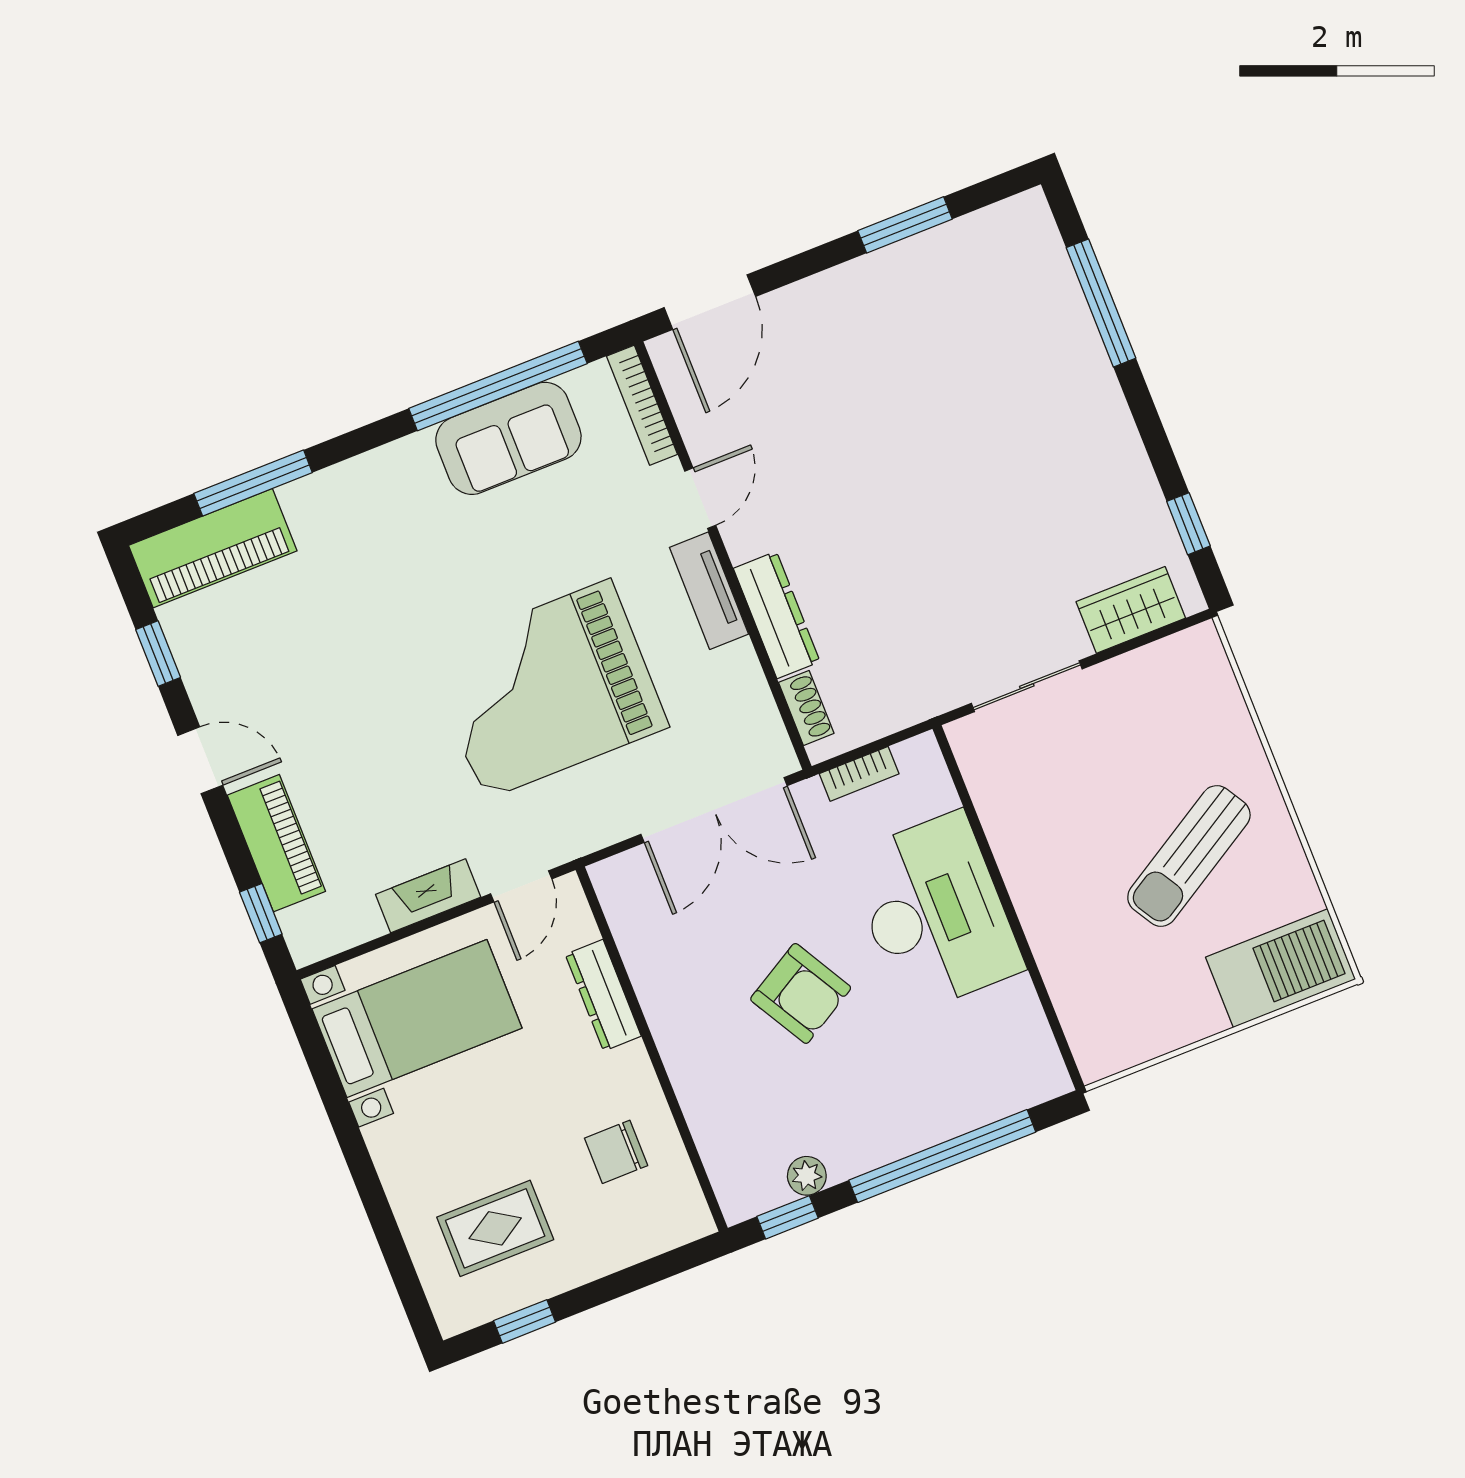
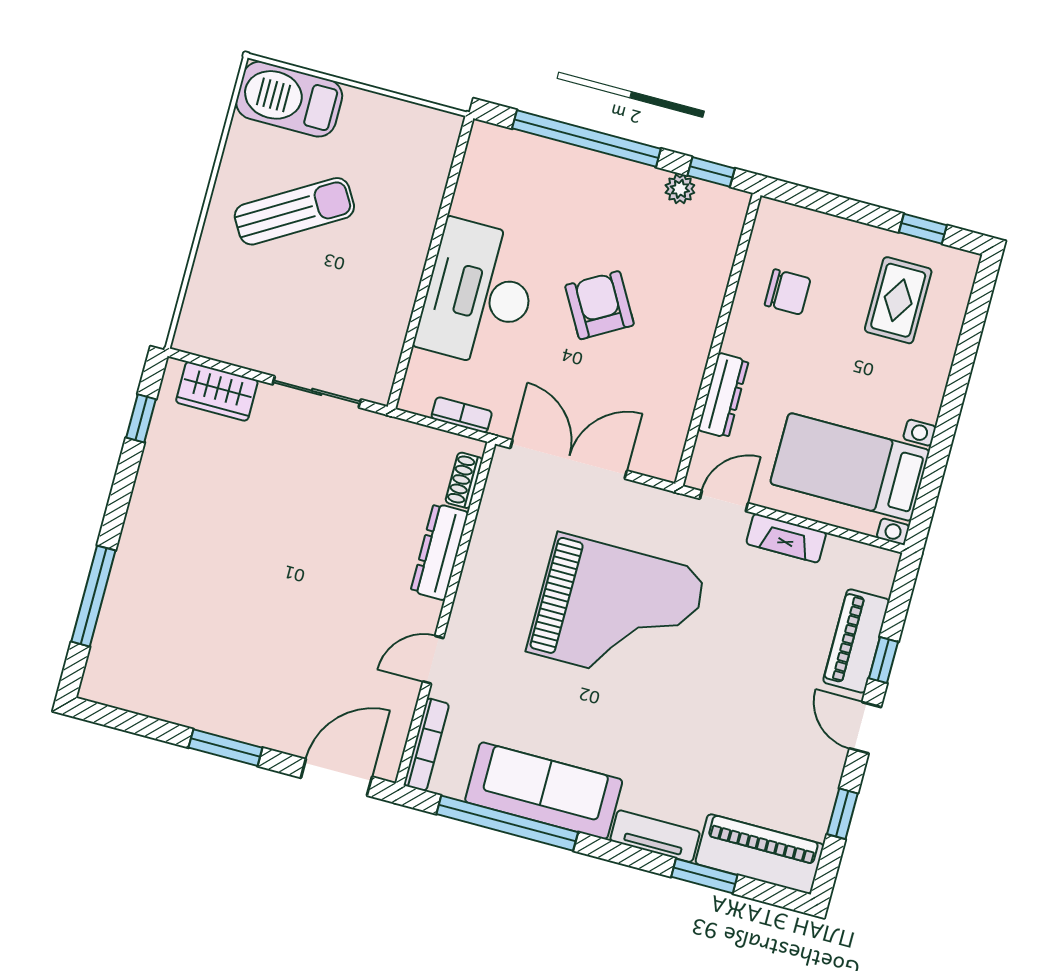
window: (905, 225) -> (225, 748), moved
sofa: (508, 438) -> (544, 791), width x1.36
window: (253, 483) -> (704, 876), width x0.69
tv unit: (709, 591) -> (655, 836), moved, turned -90
window: (261, 913) -> (883, 660), moved
rug: (495, 1228) -> (898, 300), turned 90

